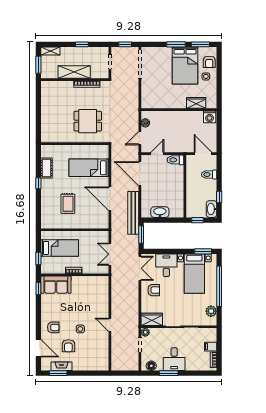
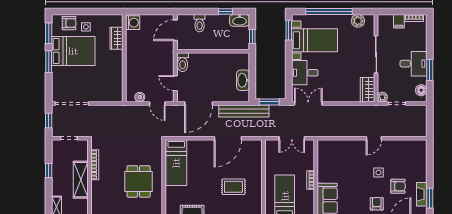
dining table: (88, 121) -> (139, 181), moved
bed: (89, 168) -> (176, 163), moved
armchair: (154, 290) -> (333, 87), removed

